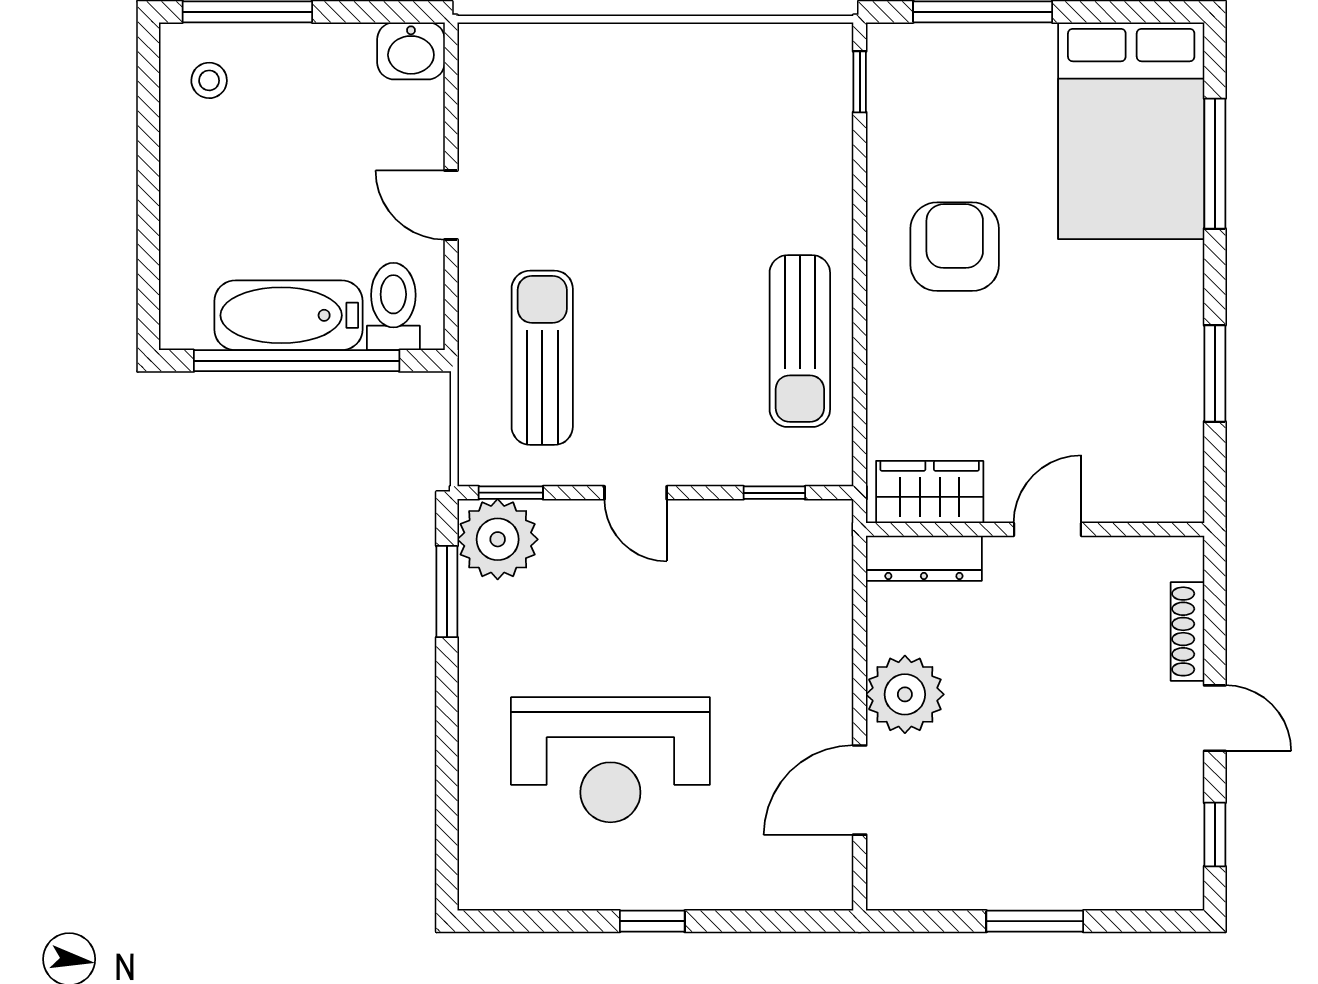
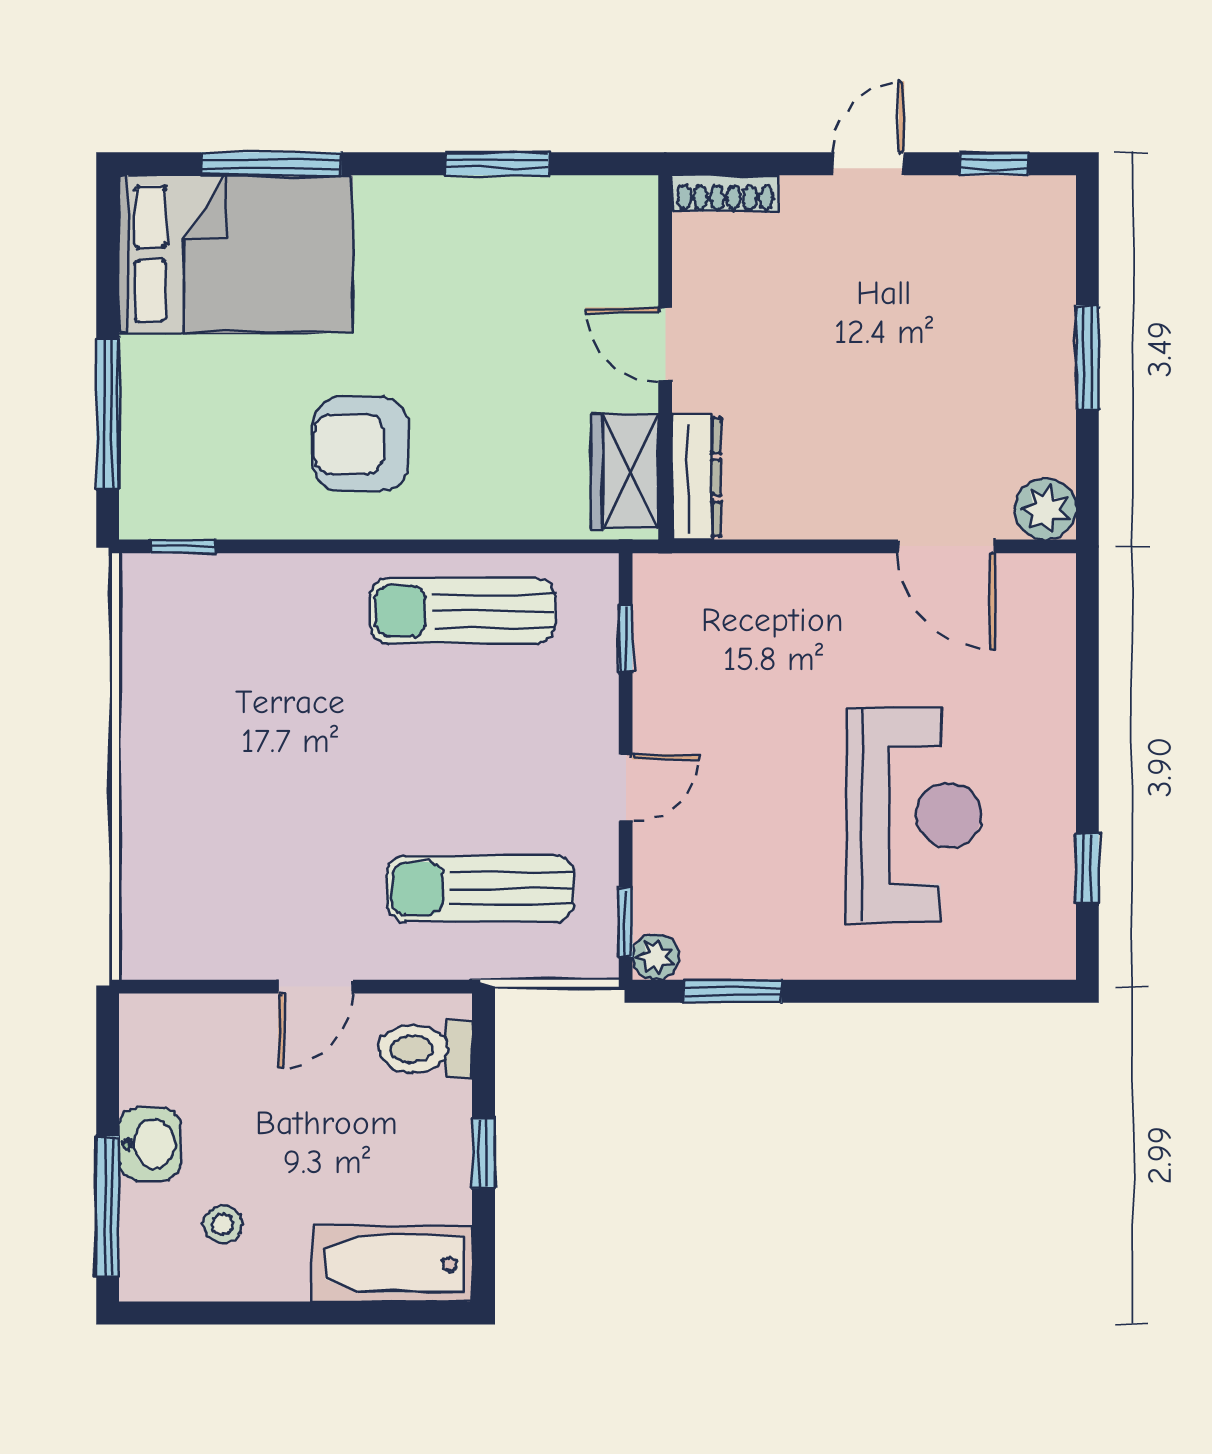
washbasin: (411, 51) -> (150, 1144), moved
stool: (209, 80) -> (223, 1224), moved
bathtub: (289, 315) -> (392, 1264), moved, turned 90
sun lounger: (800, 341) -> (462, 611), turned 180
window: (297, 361) -> (483, 1153), width x0.32
plant: (498, 539) -> (656, 957), width x0.53, depth x0.53
shoe rack: (1188, 631) -> (725, 193), moved
plant: (905, 694) -> (1045, 509), moved, width x0.73, depth x0.73
window: (652, 921) -> (1087, 869), moved

